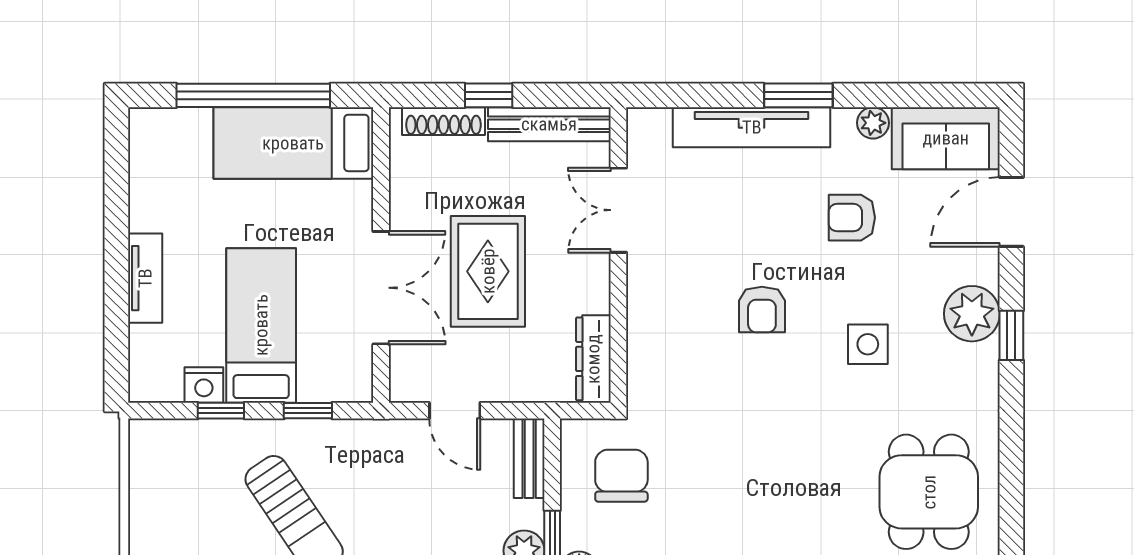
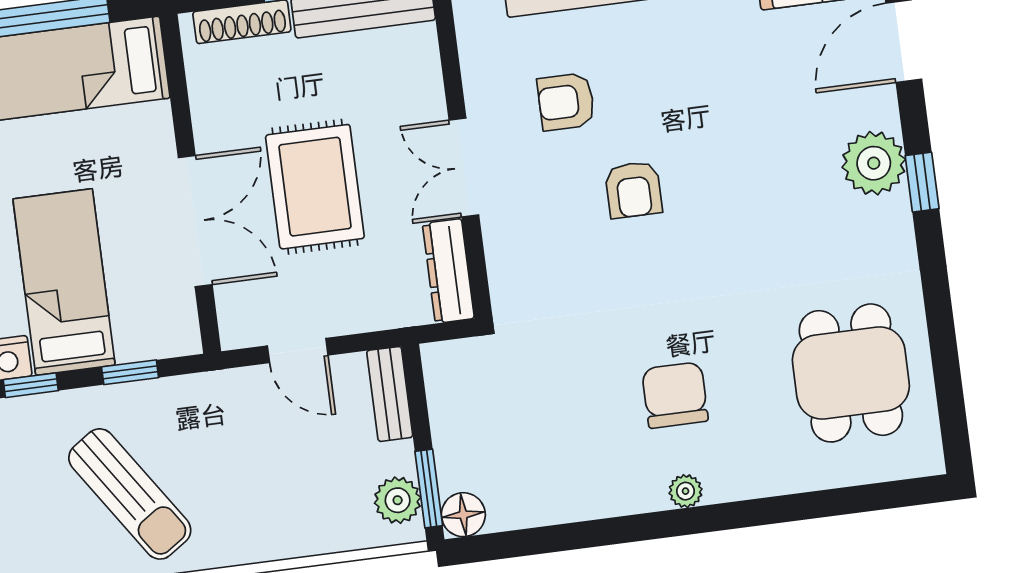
double door: (618, 210) -> (464, 167), moved
armchair: (852, 218) -> (566, 102), moved
side table: (868, 344) -> (759, 214), removed
chair: (621, 476) -> (675, 395), moved

